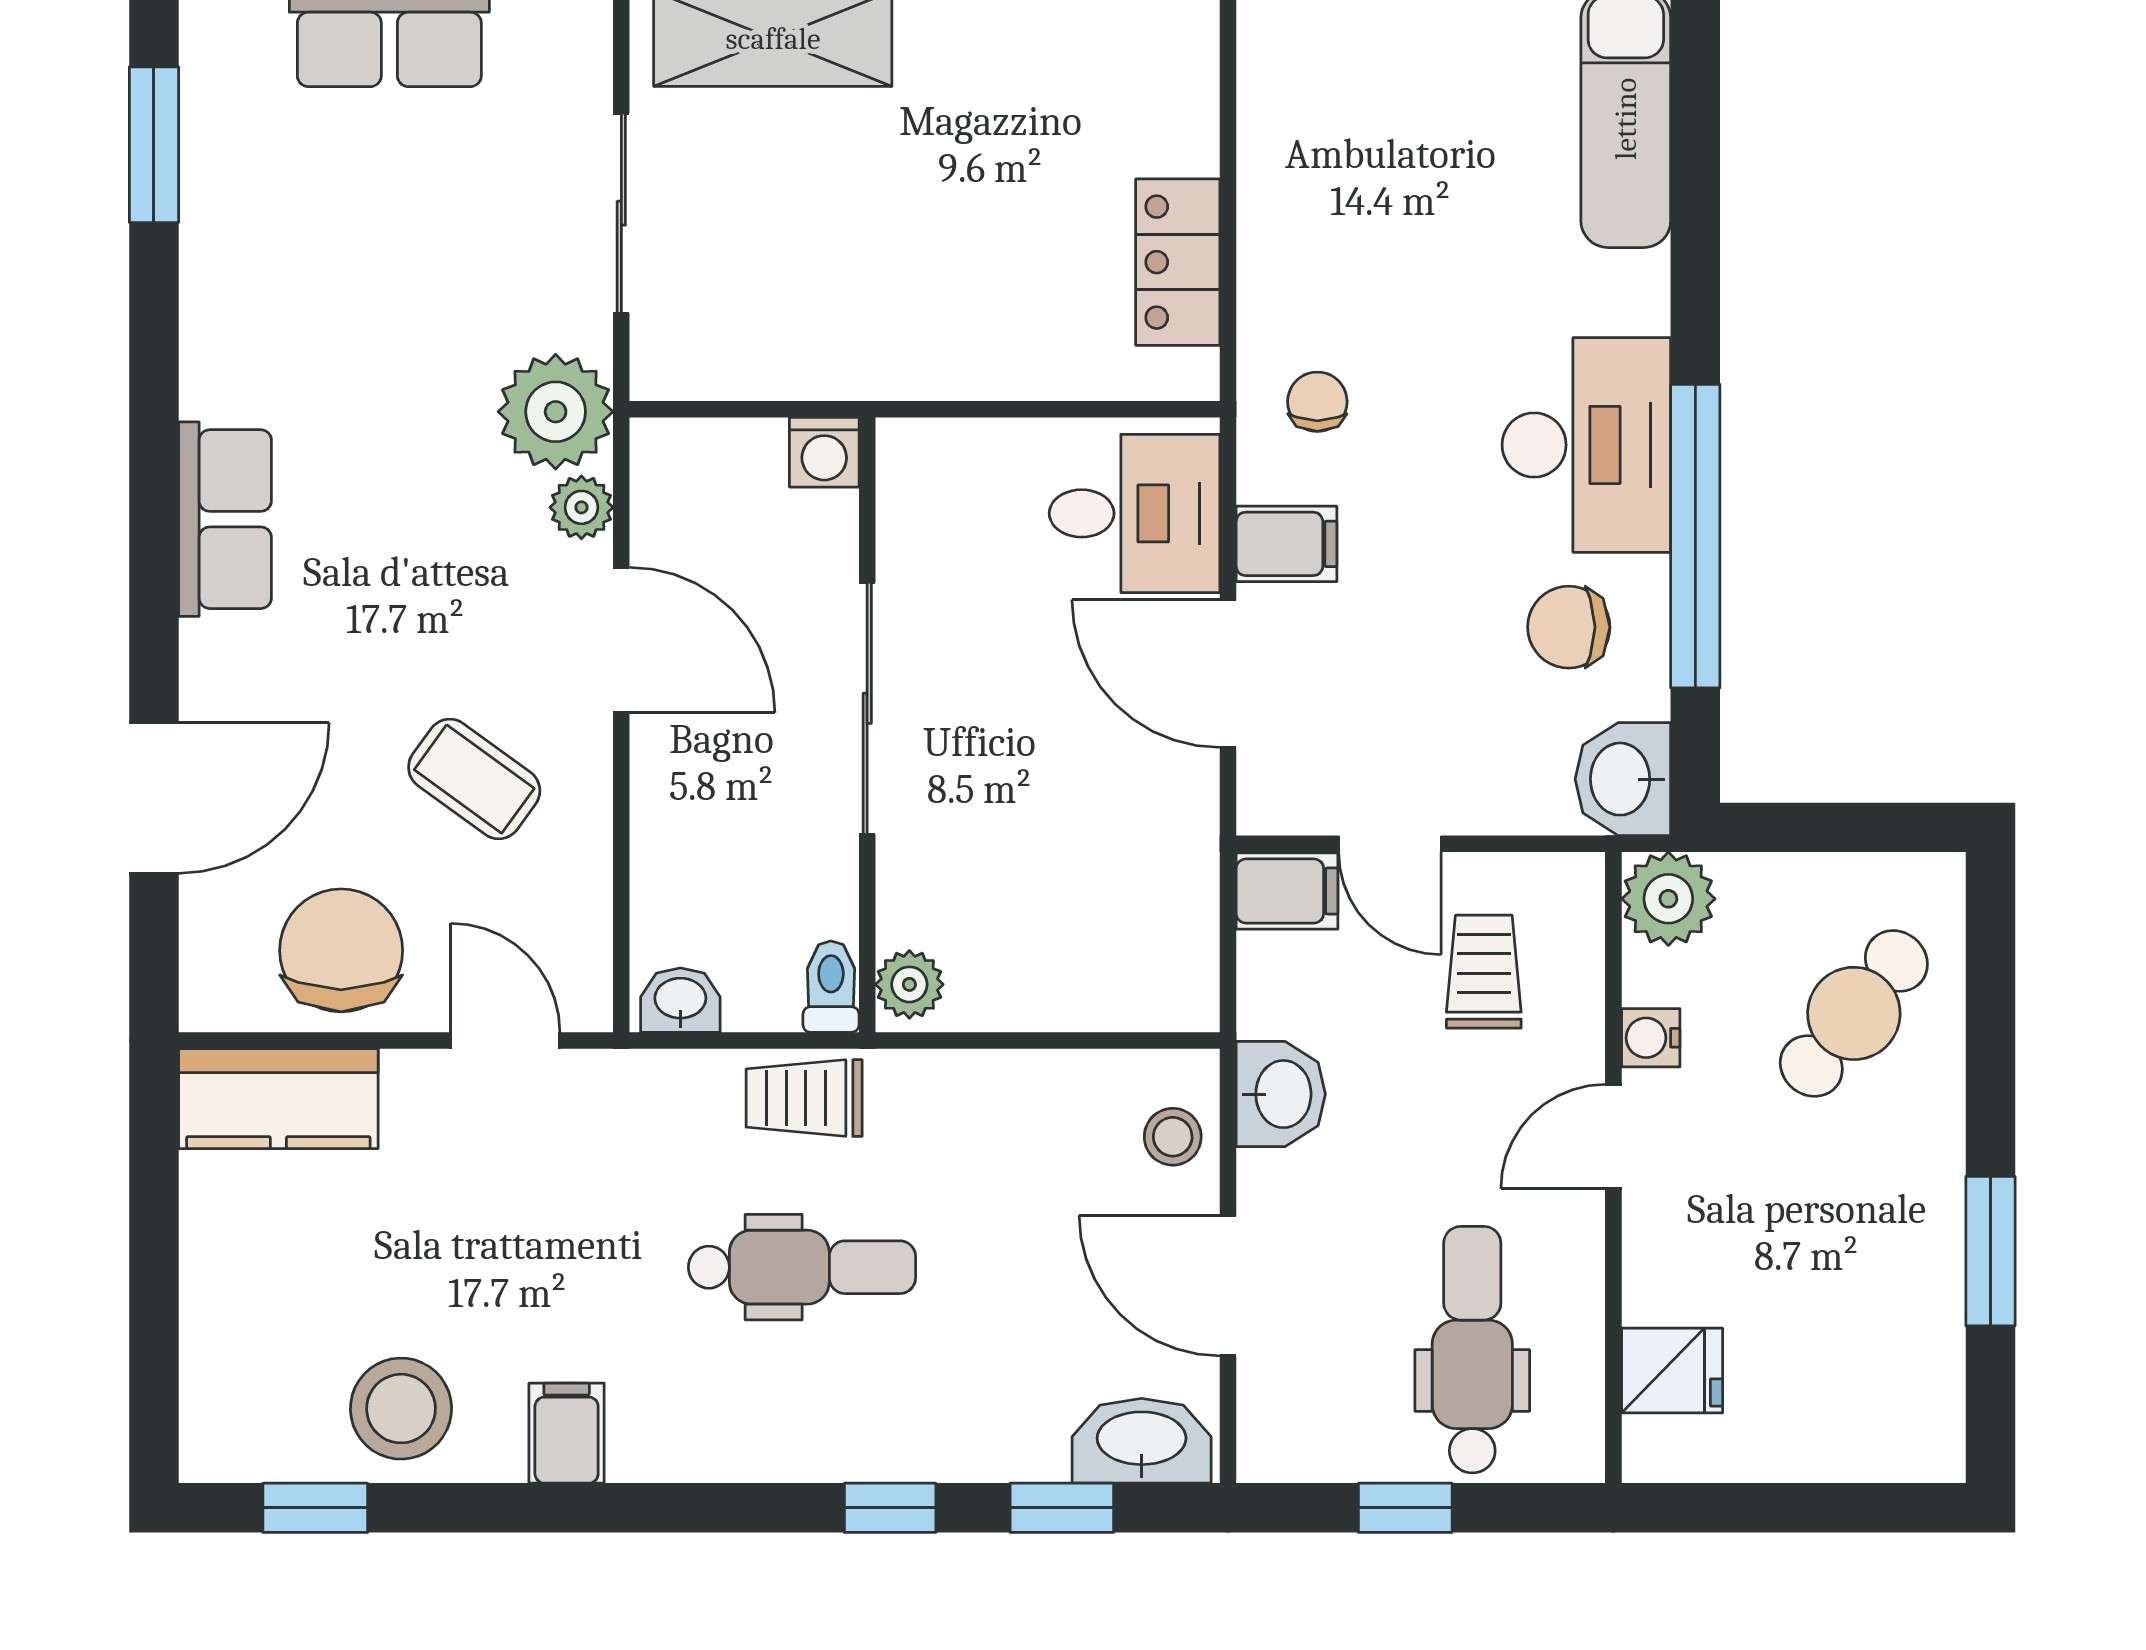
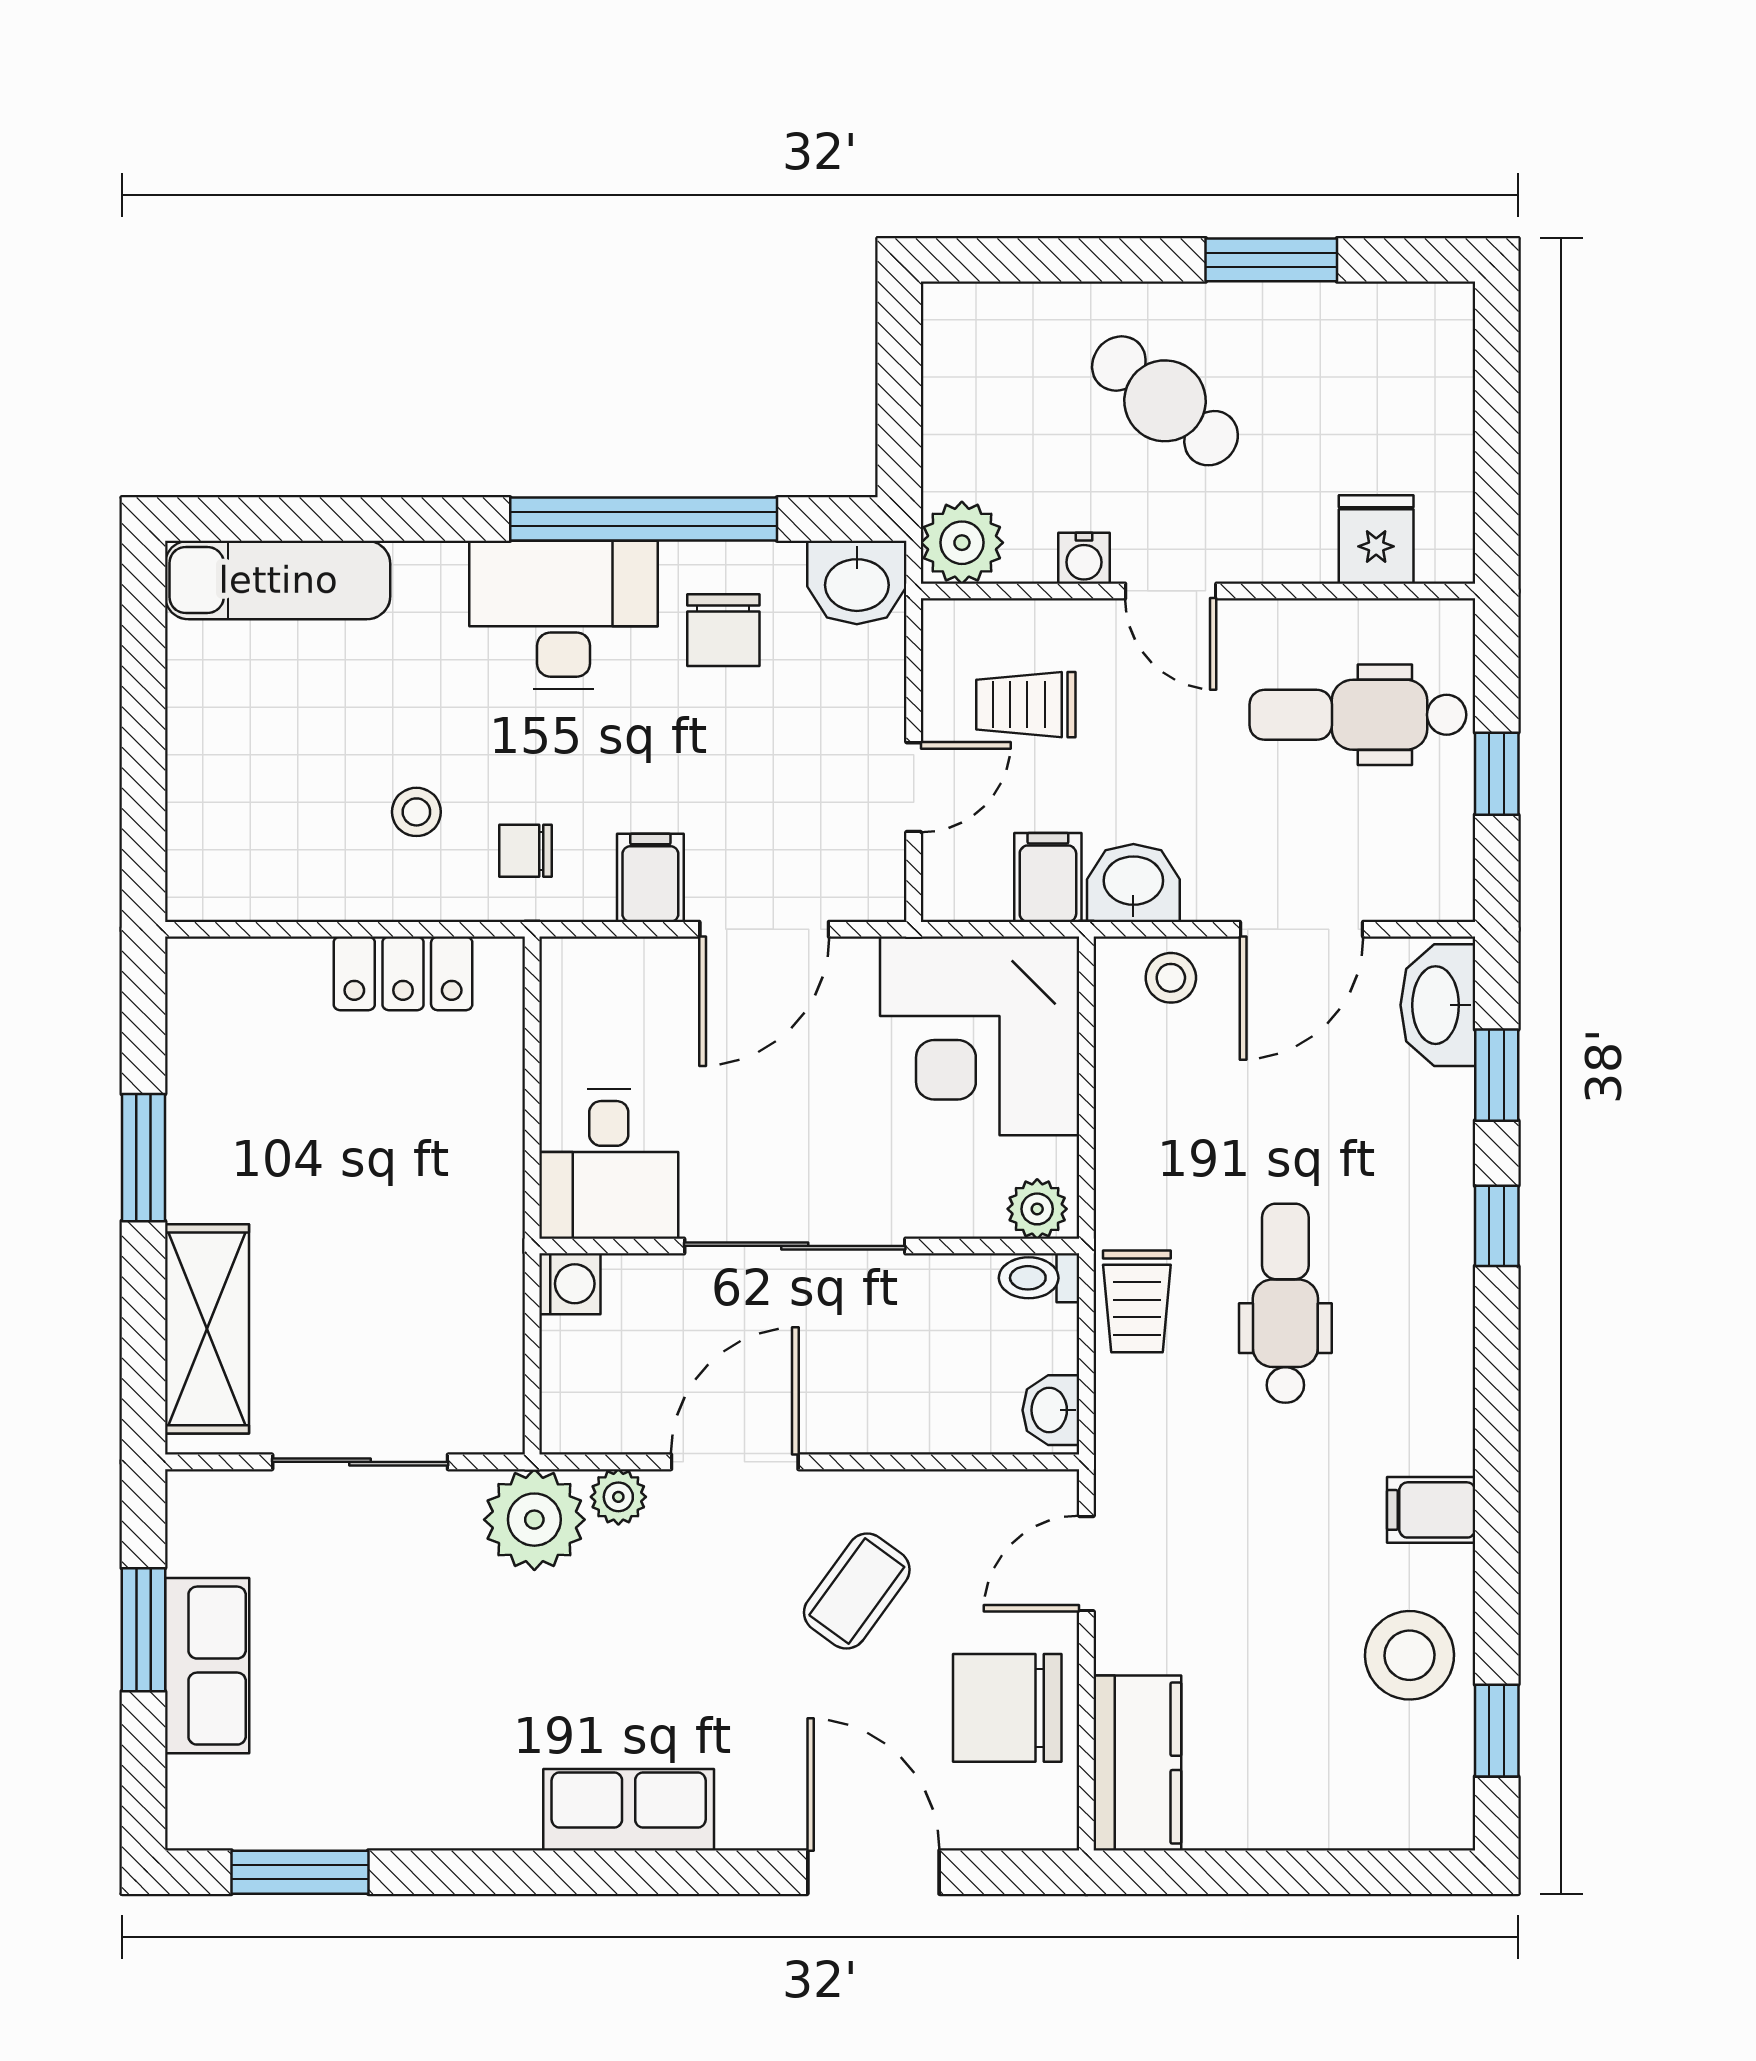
stool: (1362, 277) -> (416, 812), added
desk: (1134, 513) -> (609, 1164), moved, turned 180
filing cabinet: (1287, 891) -> (1048, 877), moved
corner desk: (1106, 919) -> (980, 1036), added
cafe table: (1854, 1013) -> (1165, 401), moved

